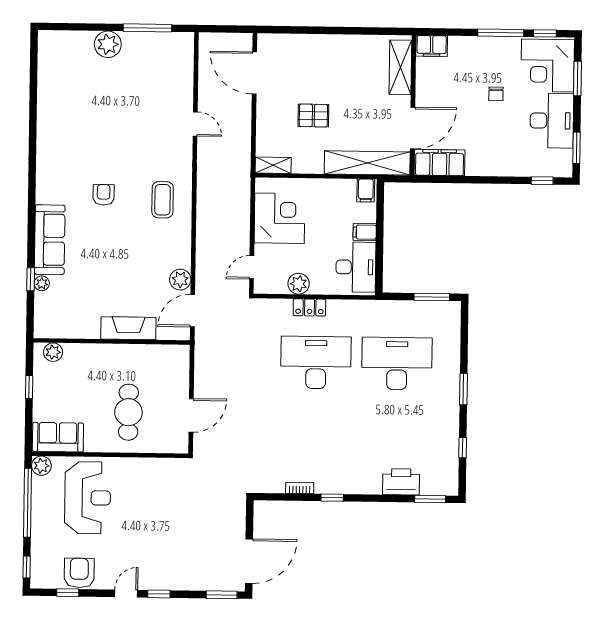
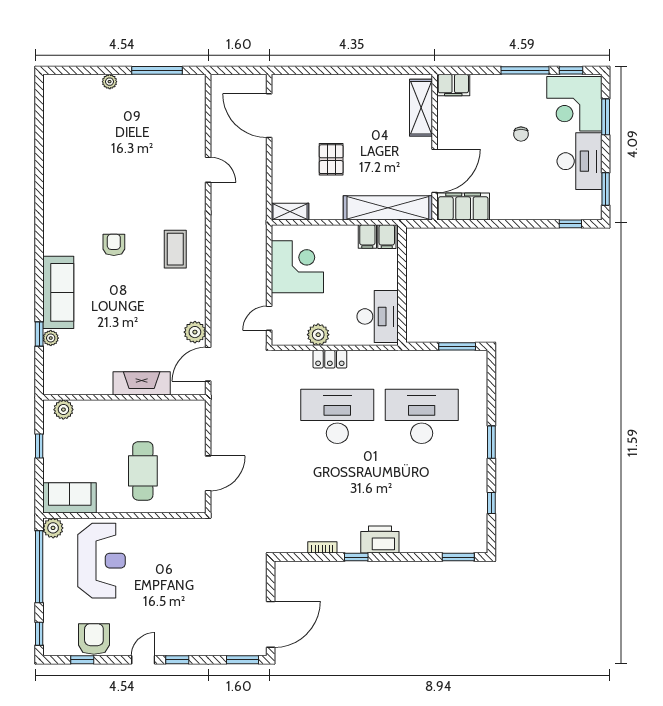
plant: (108, 44) -> (110, 82), width x0.53, depth x0.53
pallet: (313, 115) -> (331, 159), turned 90
filing cabinet: (365, 232) -> (367, 236), moved, turned -90
printer: (401, 482) -> (380, 540), moved

